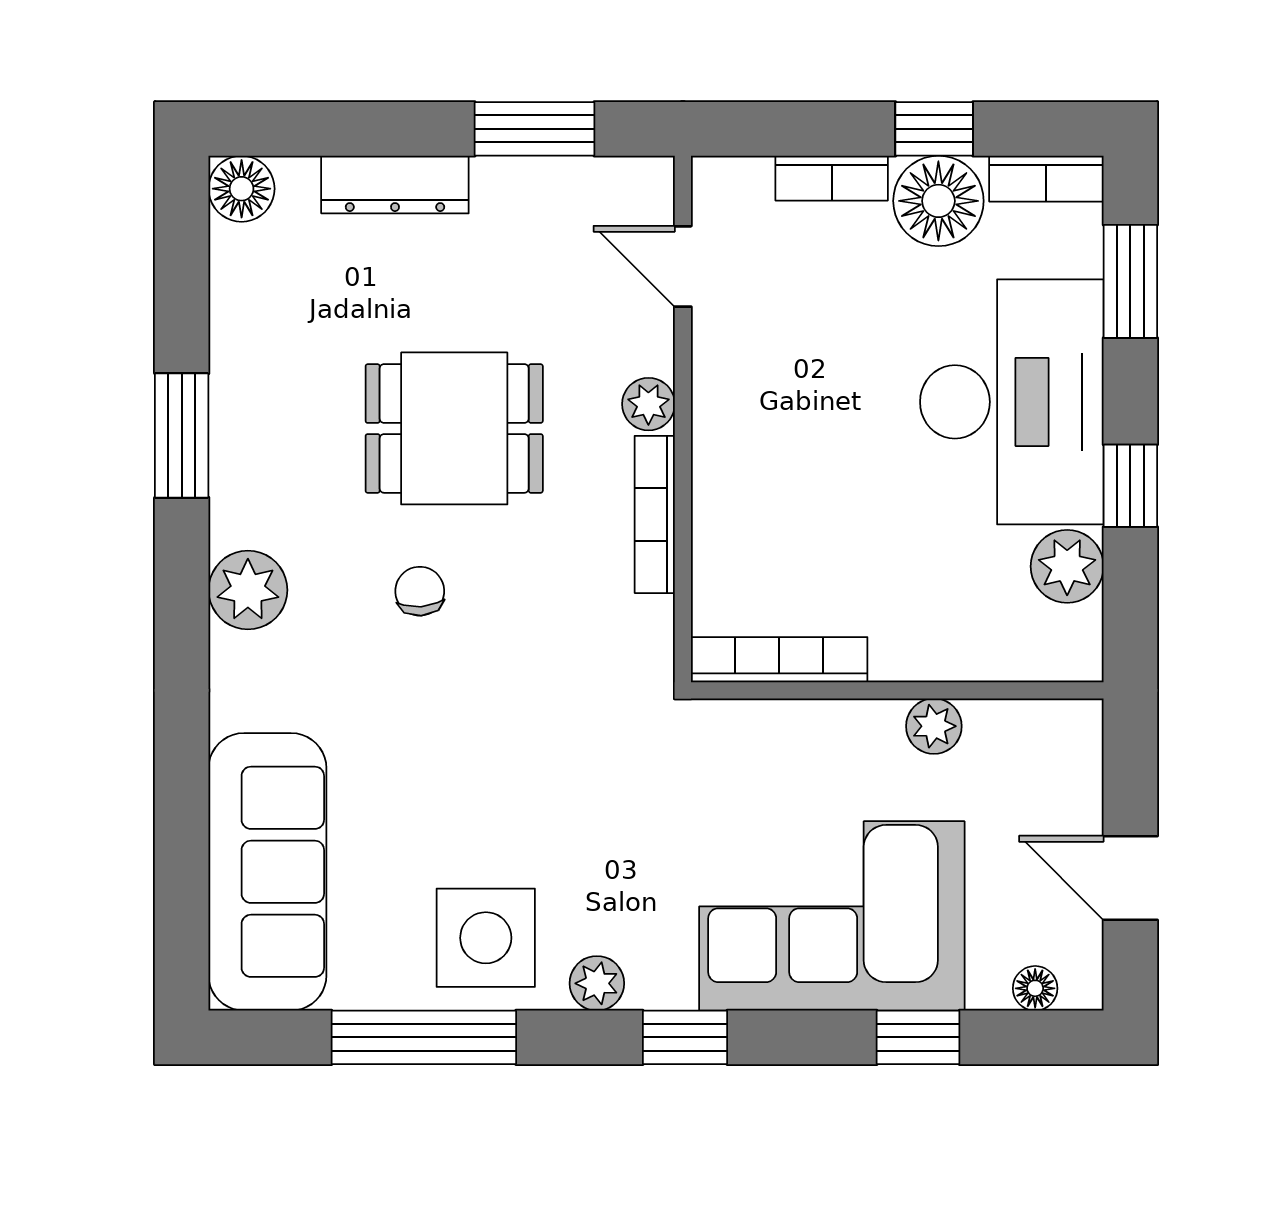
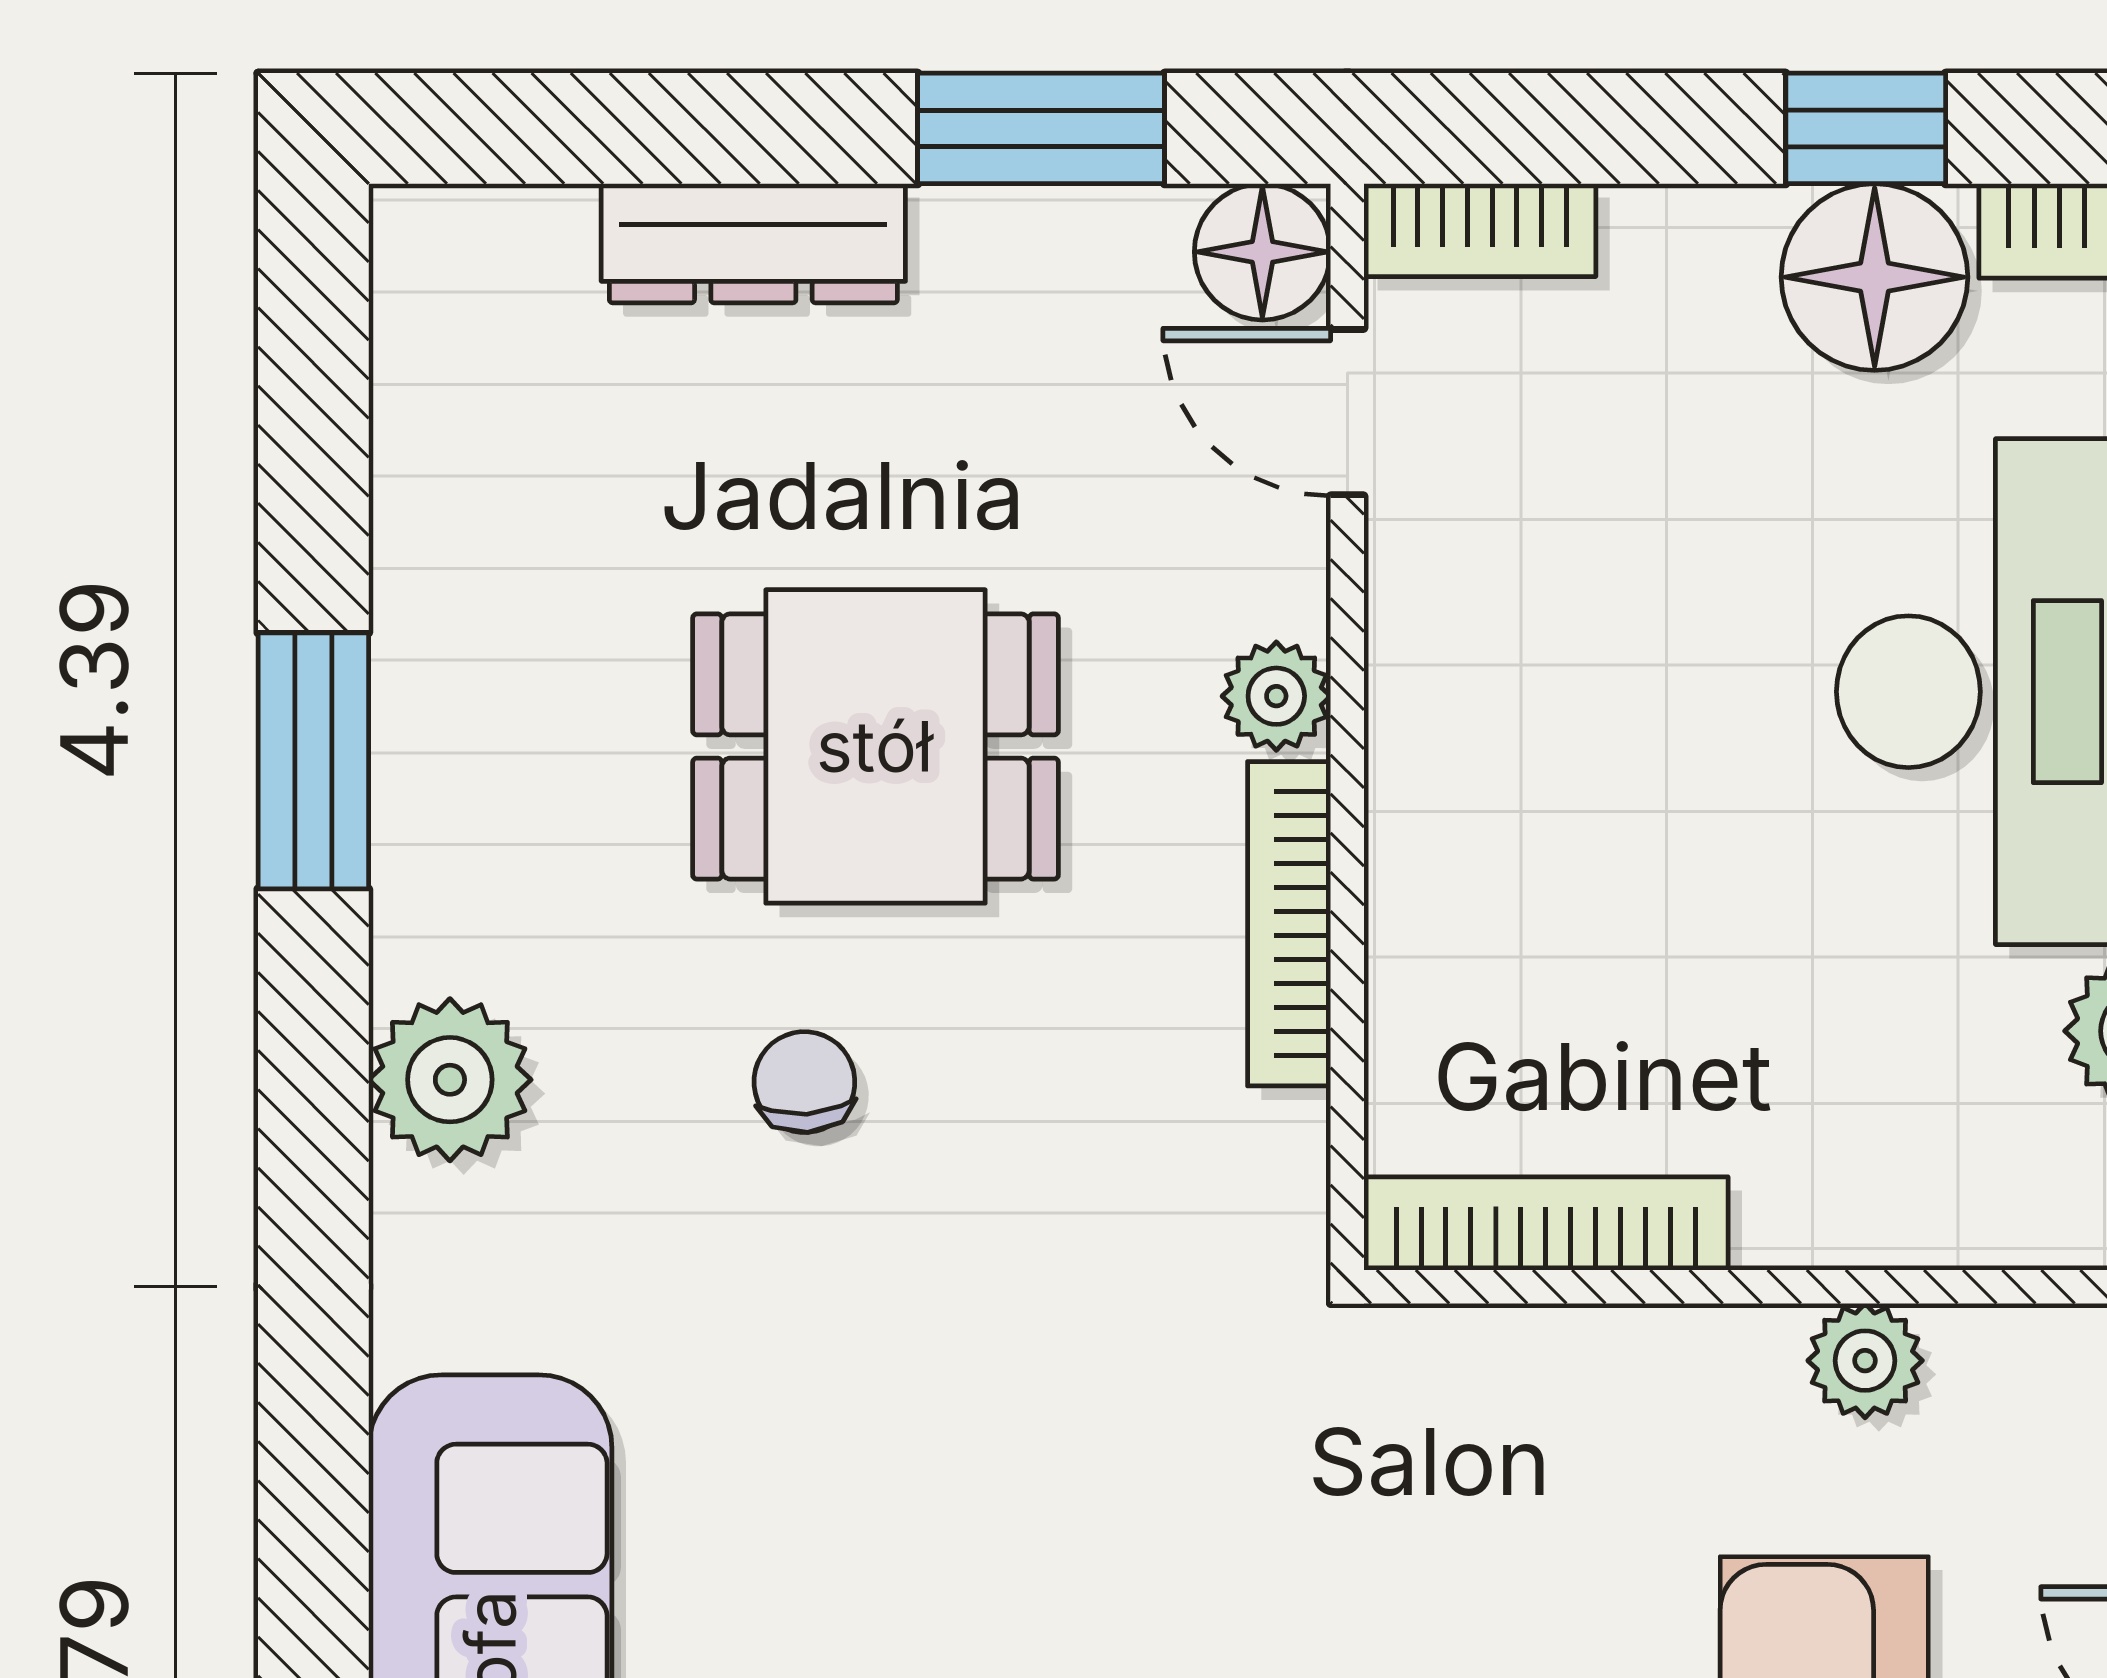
bookcase: (832, 178) -> (1480, 230), moved
floor lamp: (242, 189) -> (1262, 252), moved

